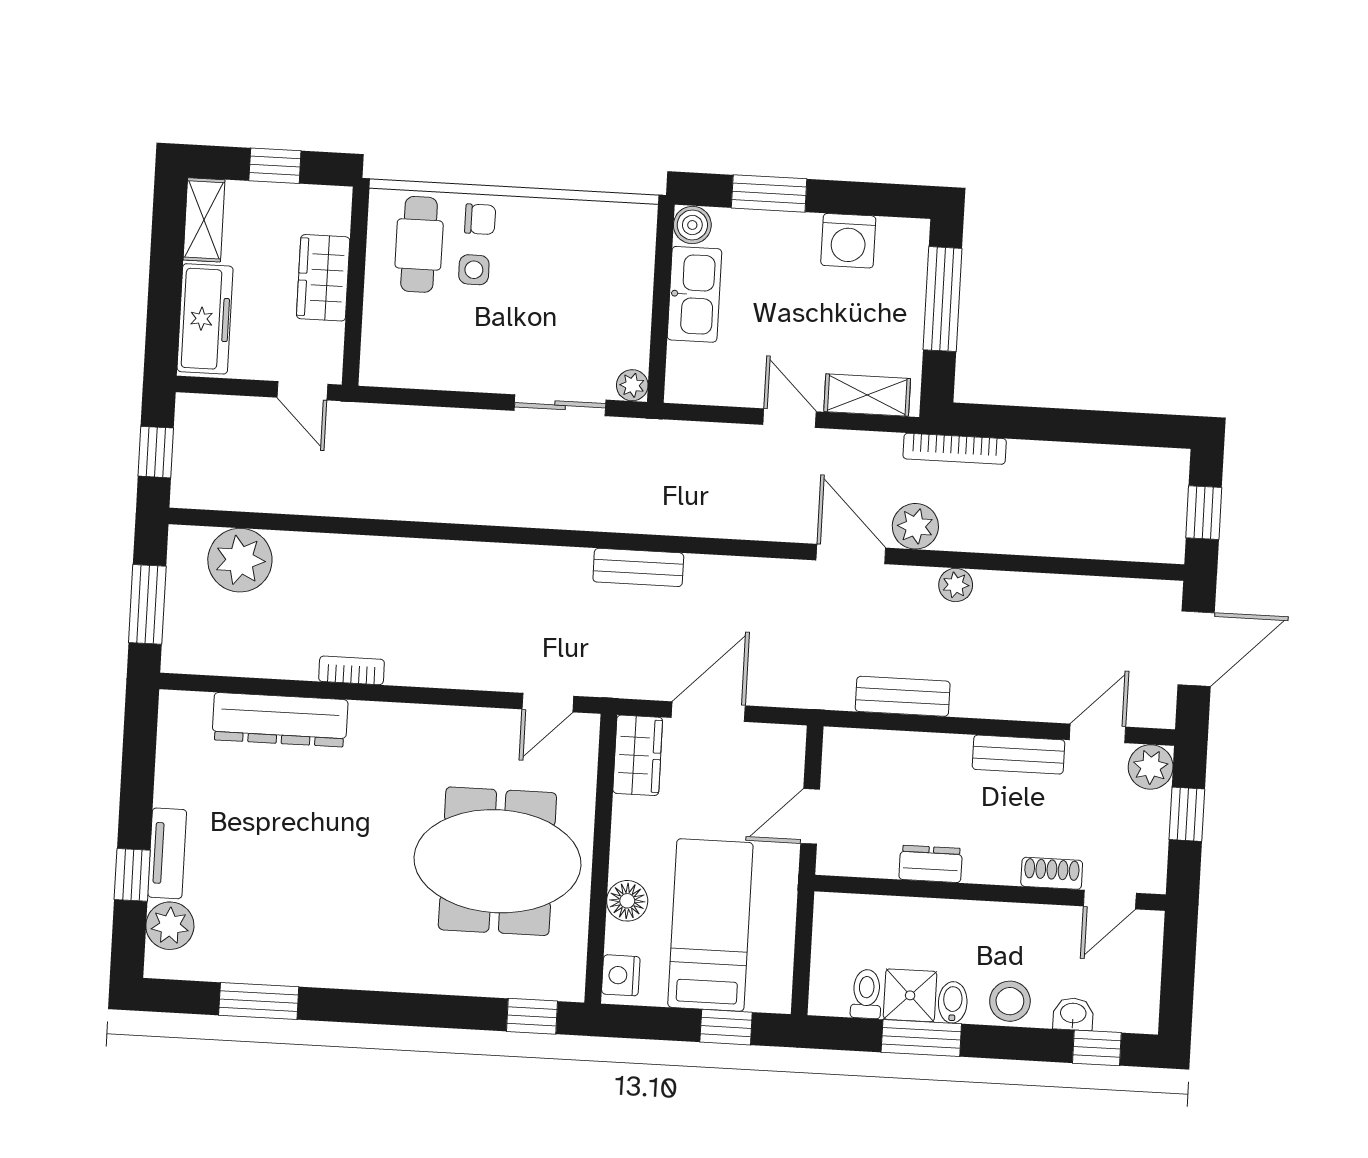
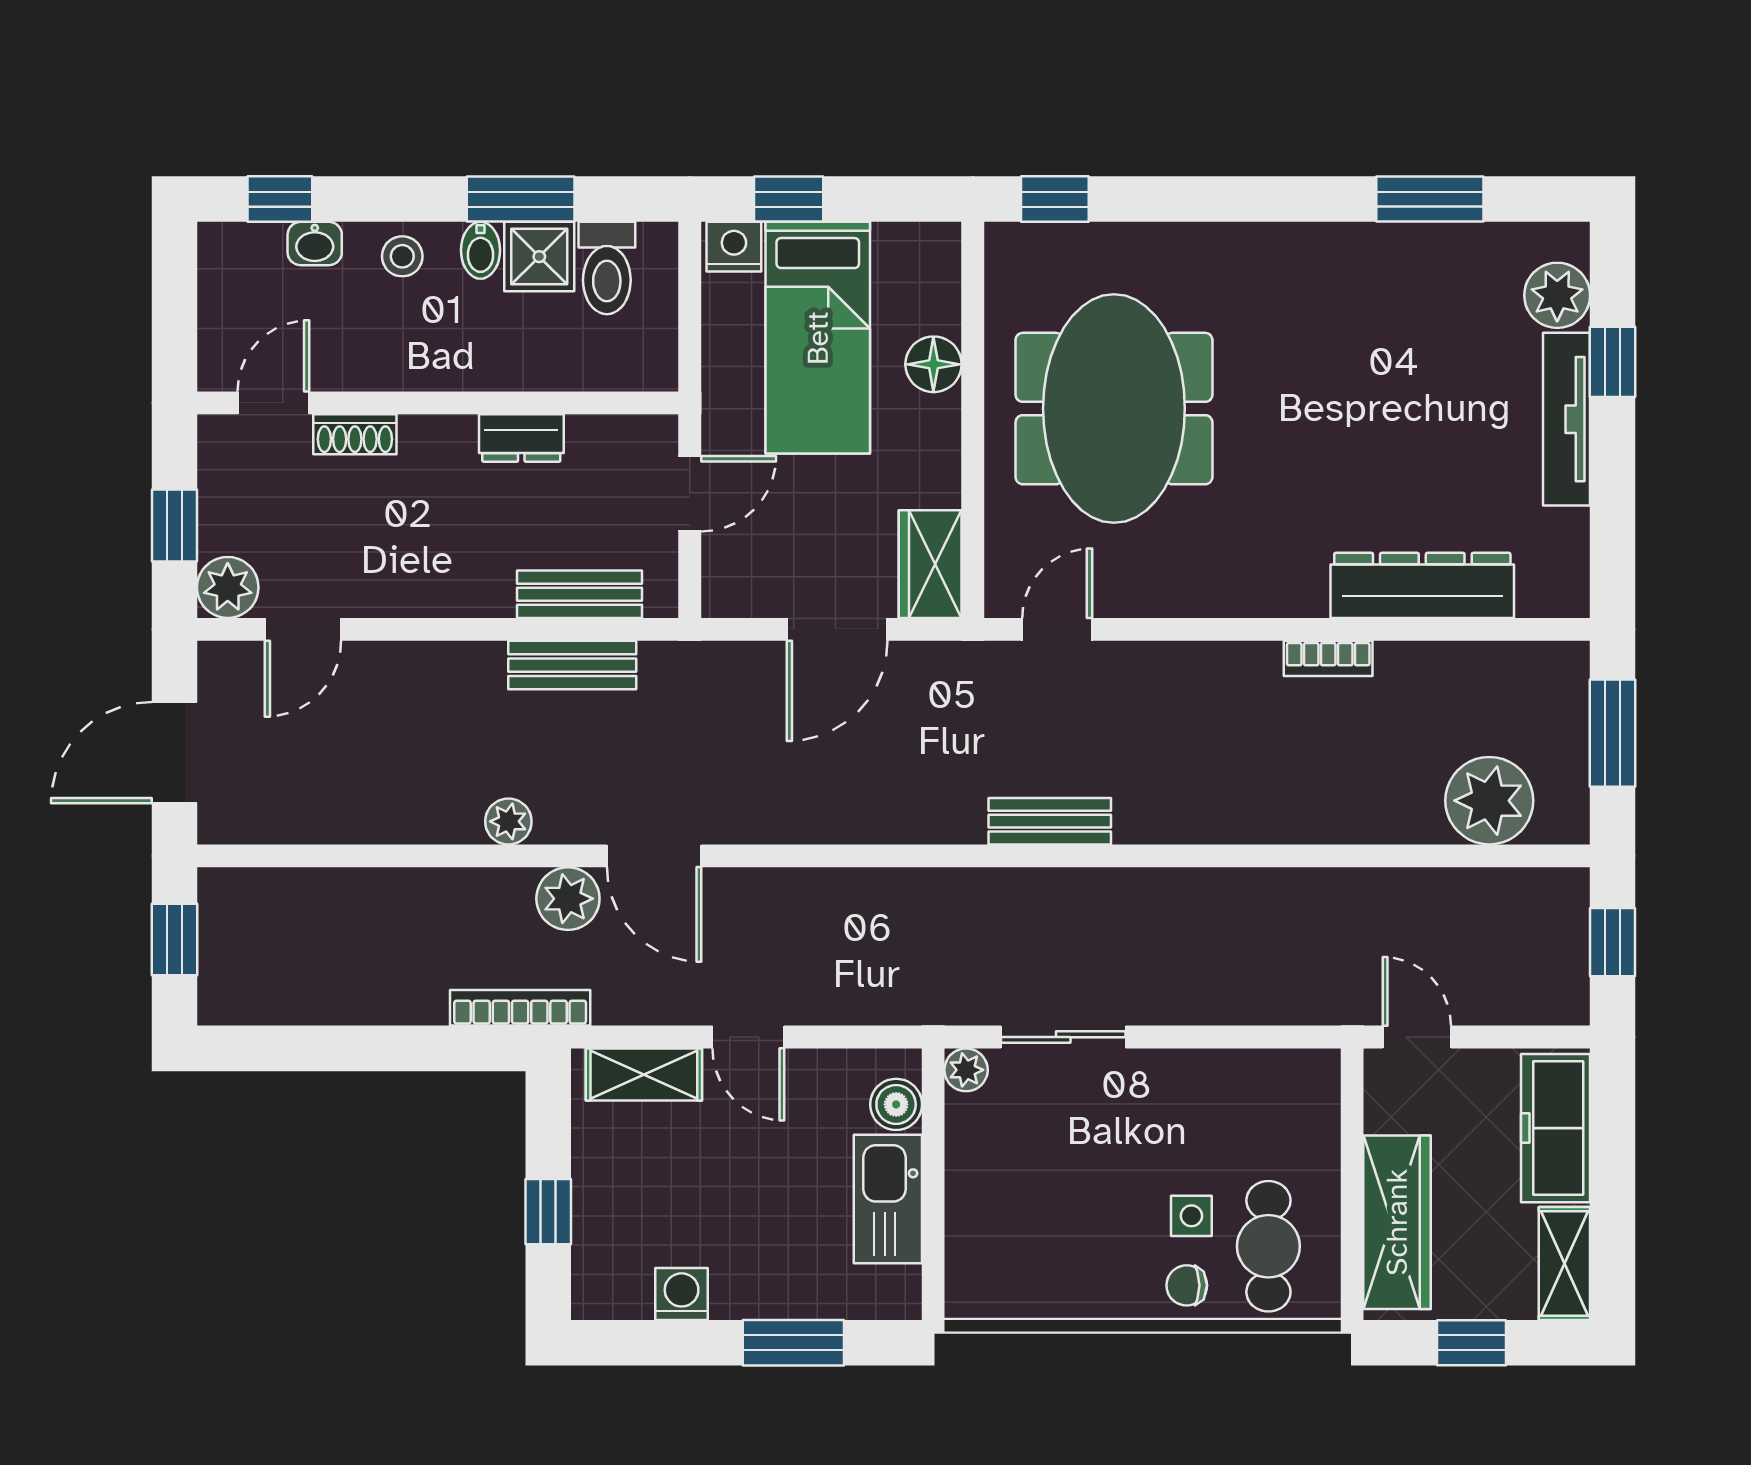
boiler: (692, 225) -> (896, 1104), moved
washing machine: (848, 241) -> (682, 1294), width x0.73, depth x0.73
wardrobe: (323, 278) -> (1397, 1222), width x1.50
window: (943, 299) -> (548, 1212), width x0.46
bench: (638, 567) -> (1050, 821), moved
bench: (1018, 755) -> (580, 594), moved
tv unit: (167, 853) -> (1567, 419), width x1.41
meeting table: (497, 861) -> (1114, 409), turned 90
nightstand: (621, 975) -> (734, 247), moved, turned -90
toilet: (866, 994) -> (607, 268), width x1.37, depth x1.39
stool: (1010, 1001) -> (402, 256), width x0.73, depth x0.73

